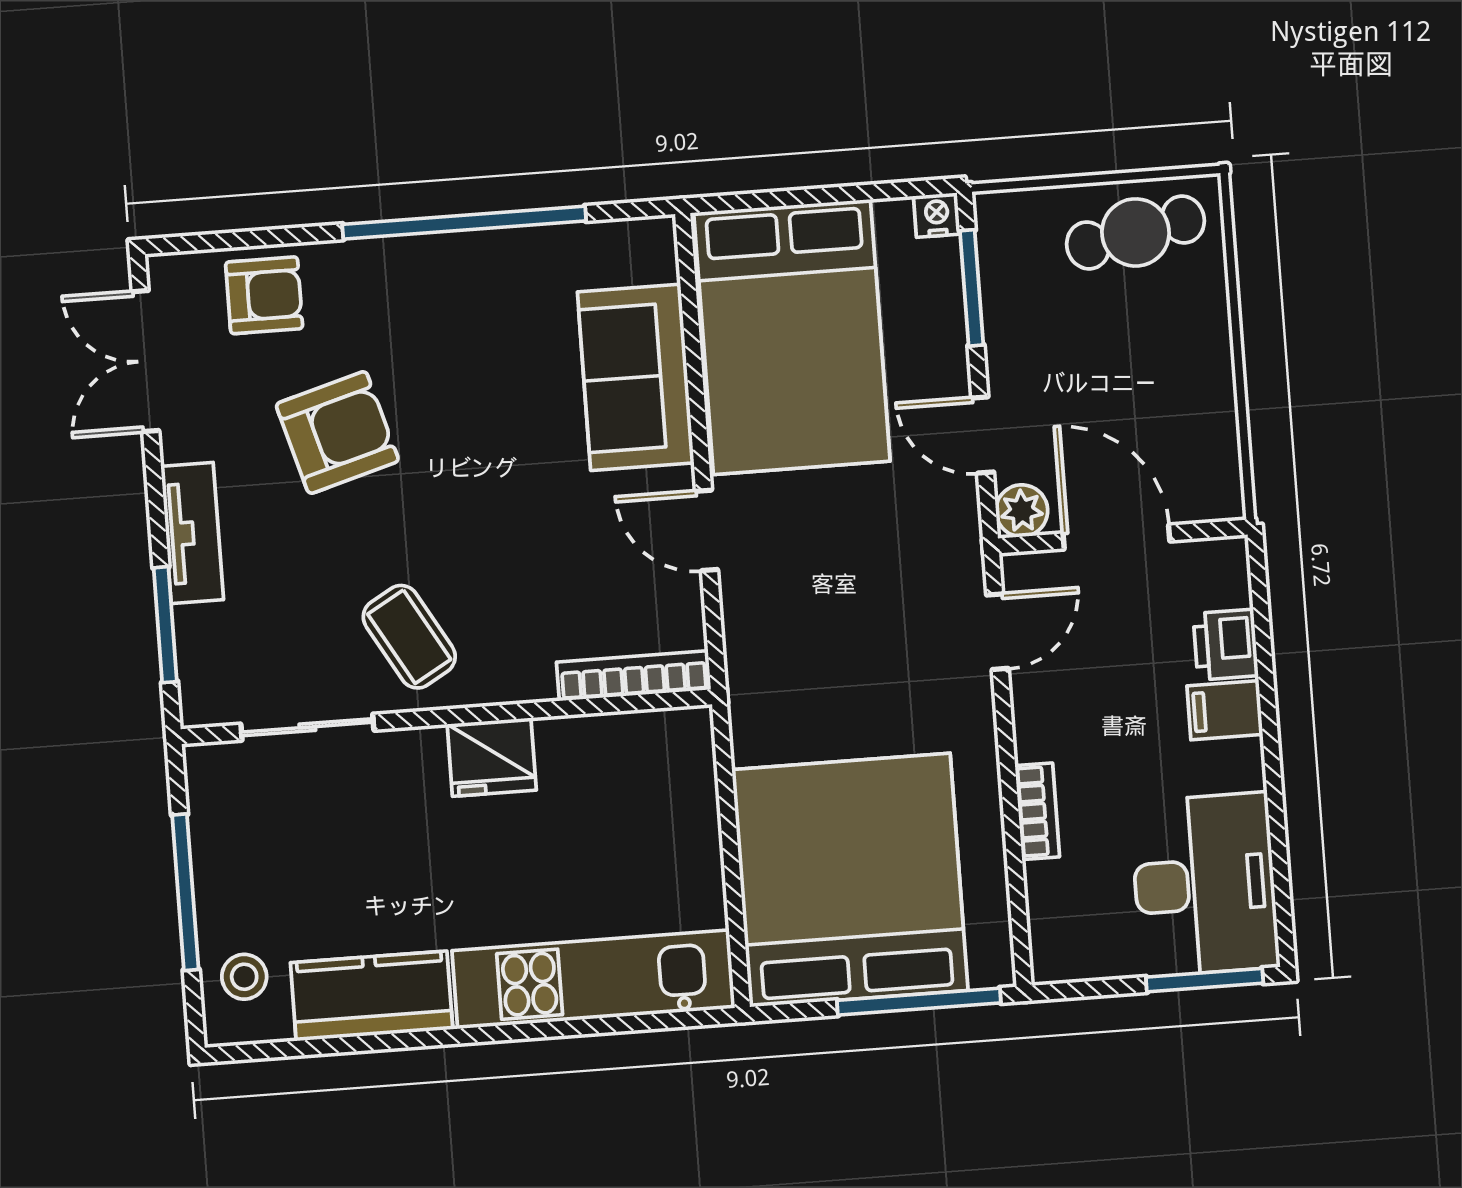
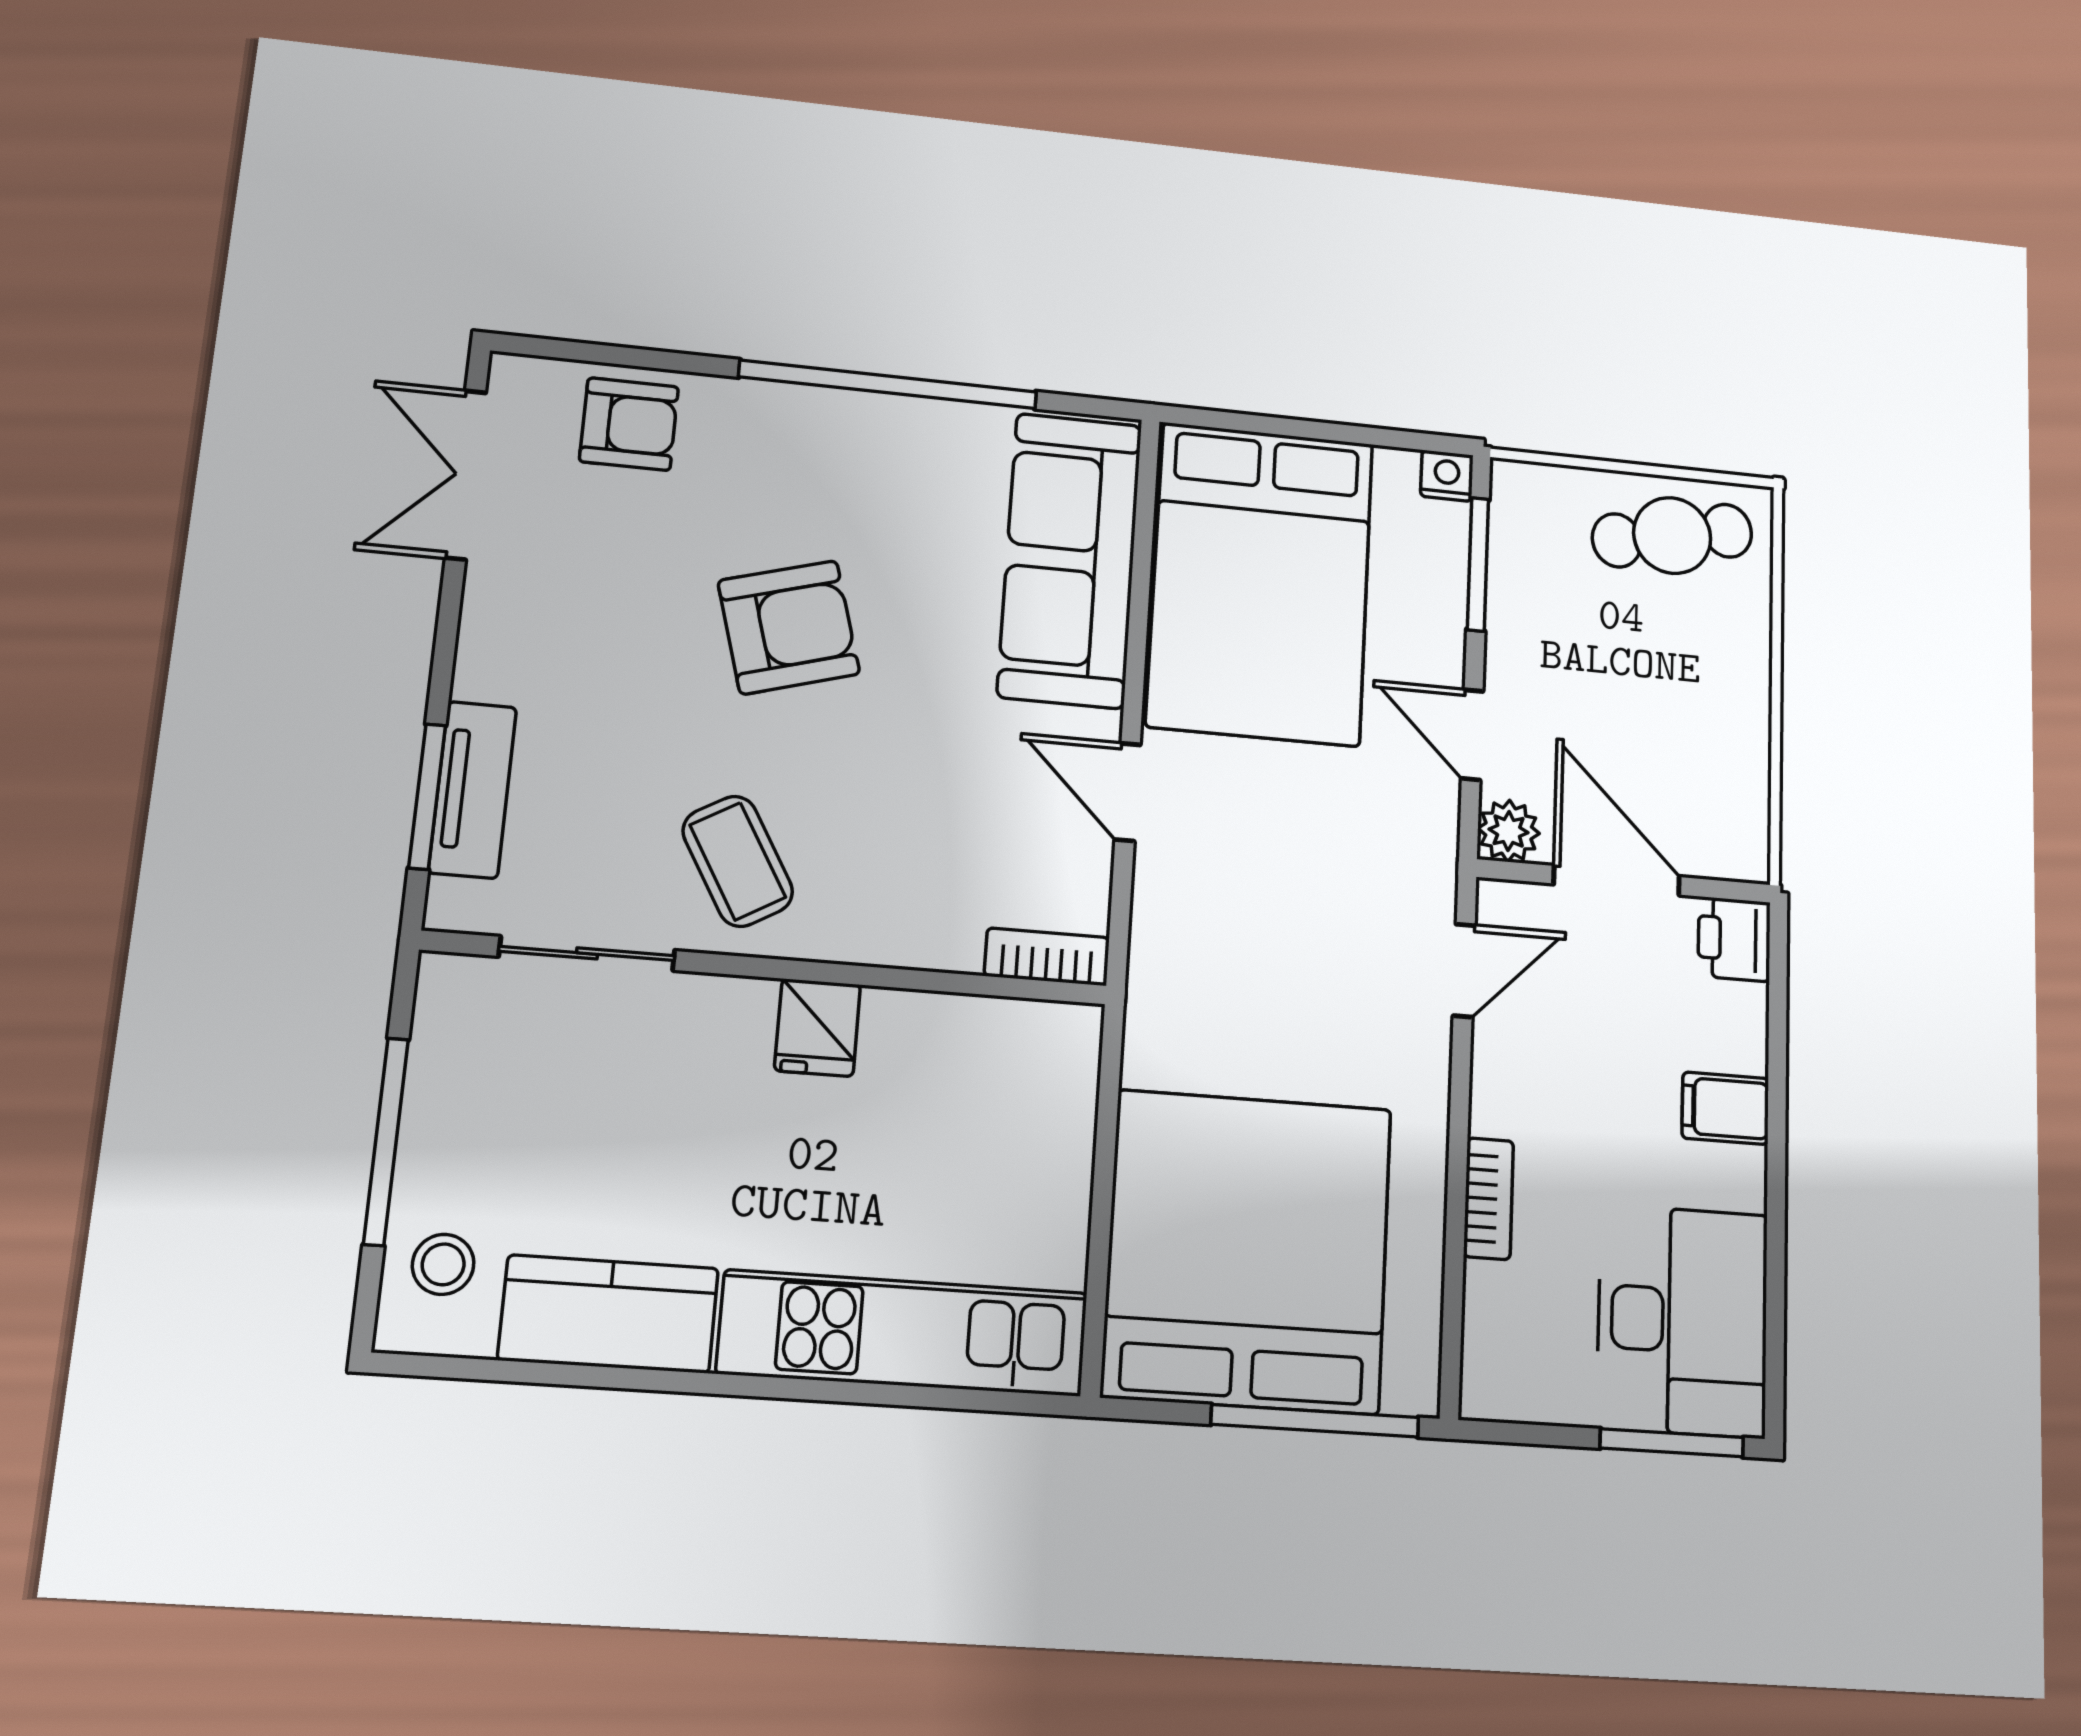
sofa: (636, 377) -> (1070, 560), width x1.36
armchair: (337, 432) -> (789, 627), moved
tv unit: (192, 533) -> (473, 790), moved
printer: (1226, 645) -> (1734, 939), moved
bookcase: (634, 676) -> (1047, 957), width x0.64
fridge: (492, 757) -> (818, 1028), width x0.72

